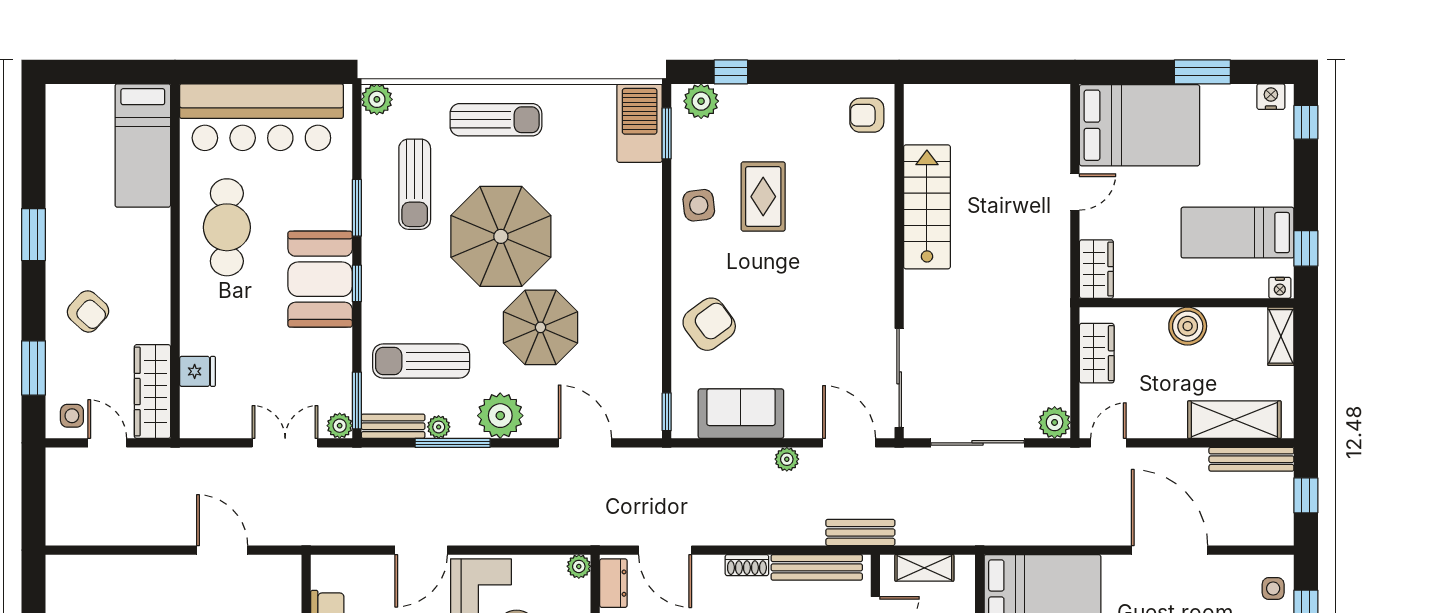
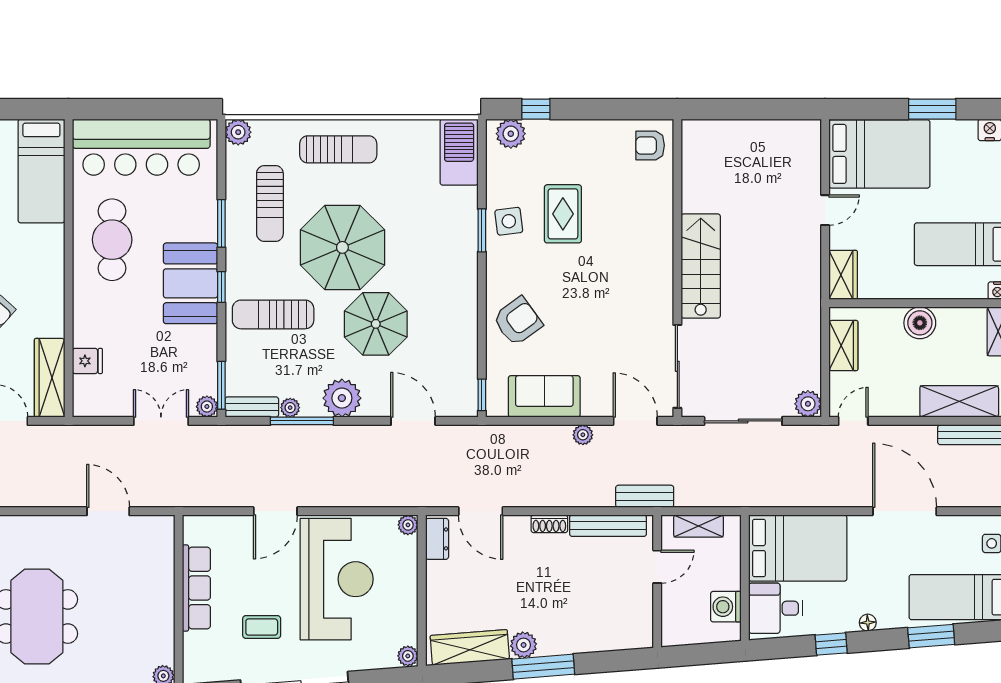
window: (667, 133) -> (482, 230), moved
stairs: (927, 207) -> (701, 266), moved
sun lounger: (421, 361) -> (273, 314), moved

